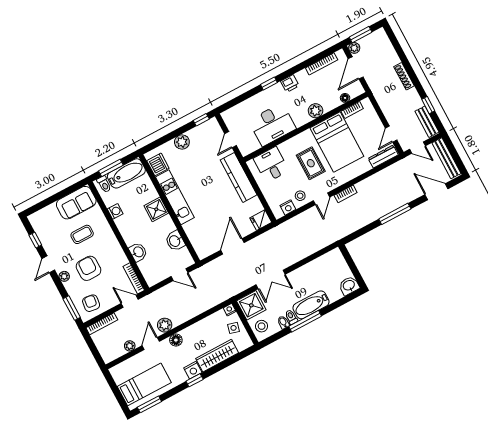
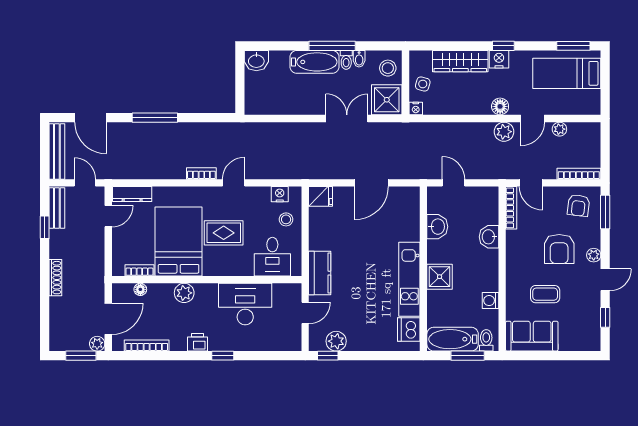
plant: (182, 142) -> (336, 341), moved
rug: (311, 163) -> (224, 233), turned 90
kitchen counter: (239, 177) -> (320, 273), width x0.67
stool: (300, 196) -> (286, 219), moved

